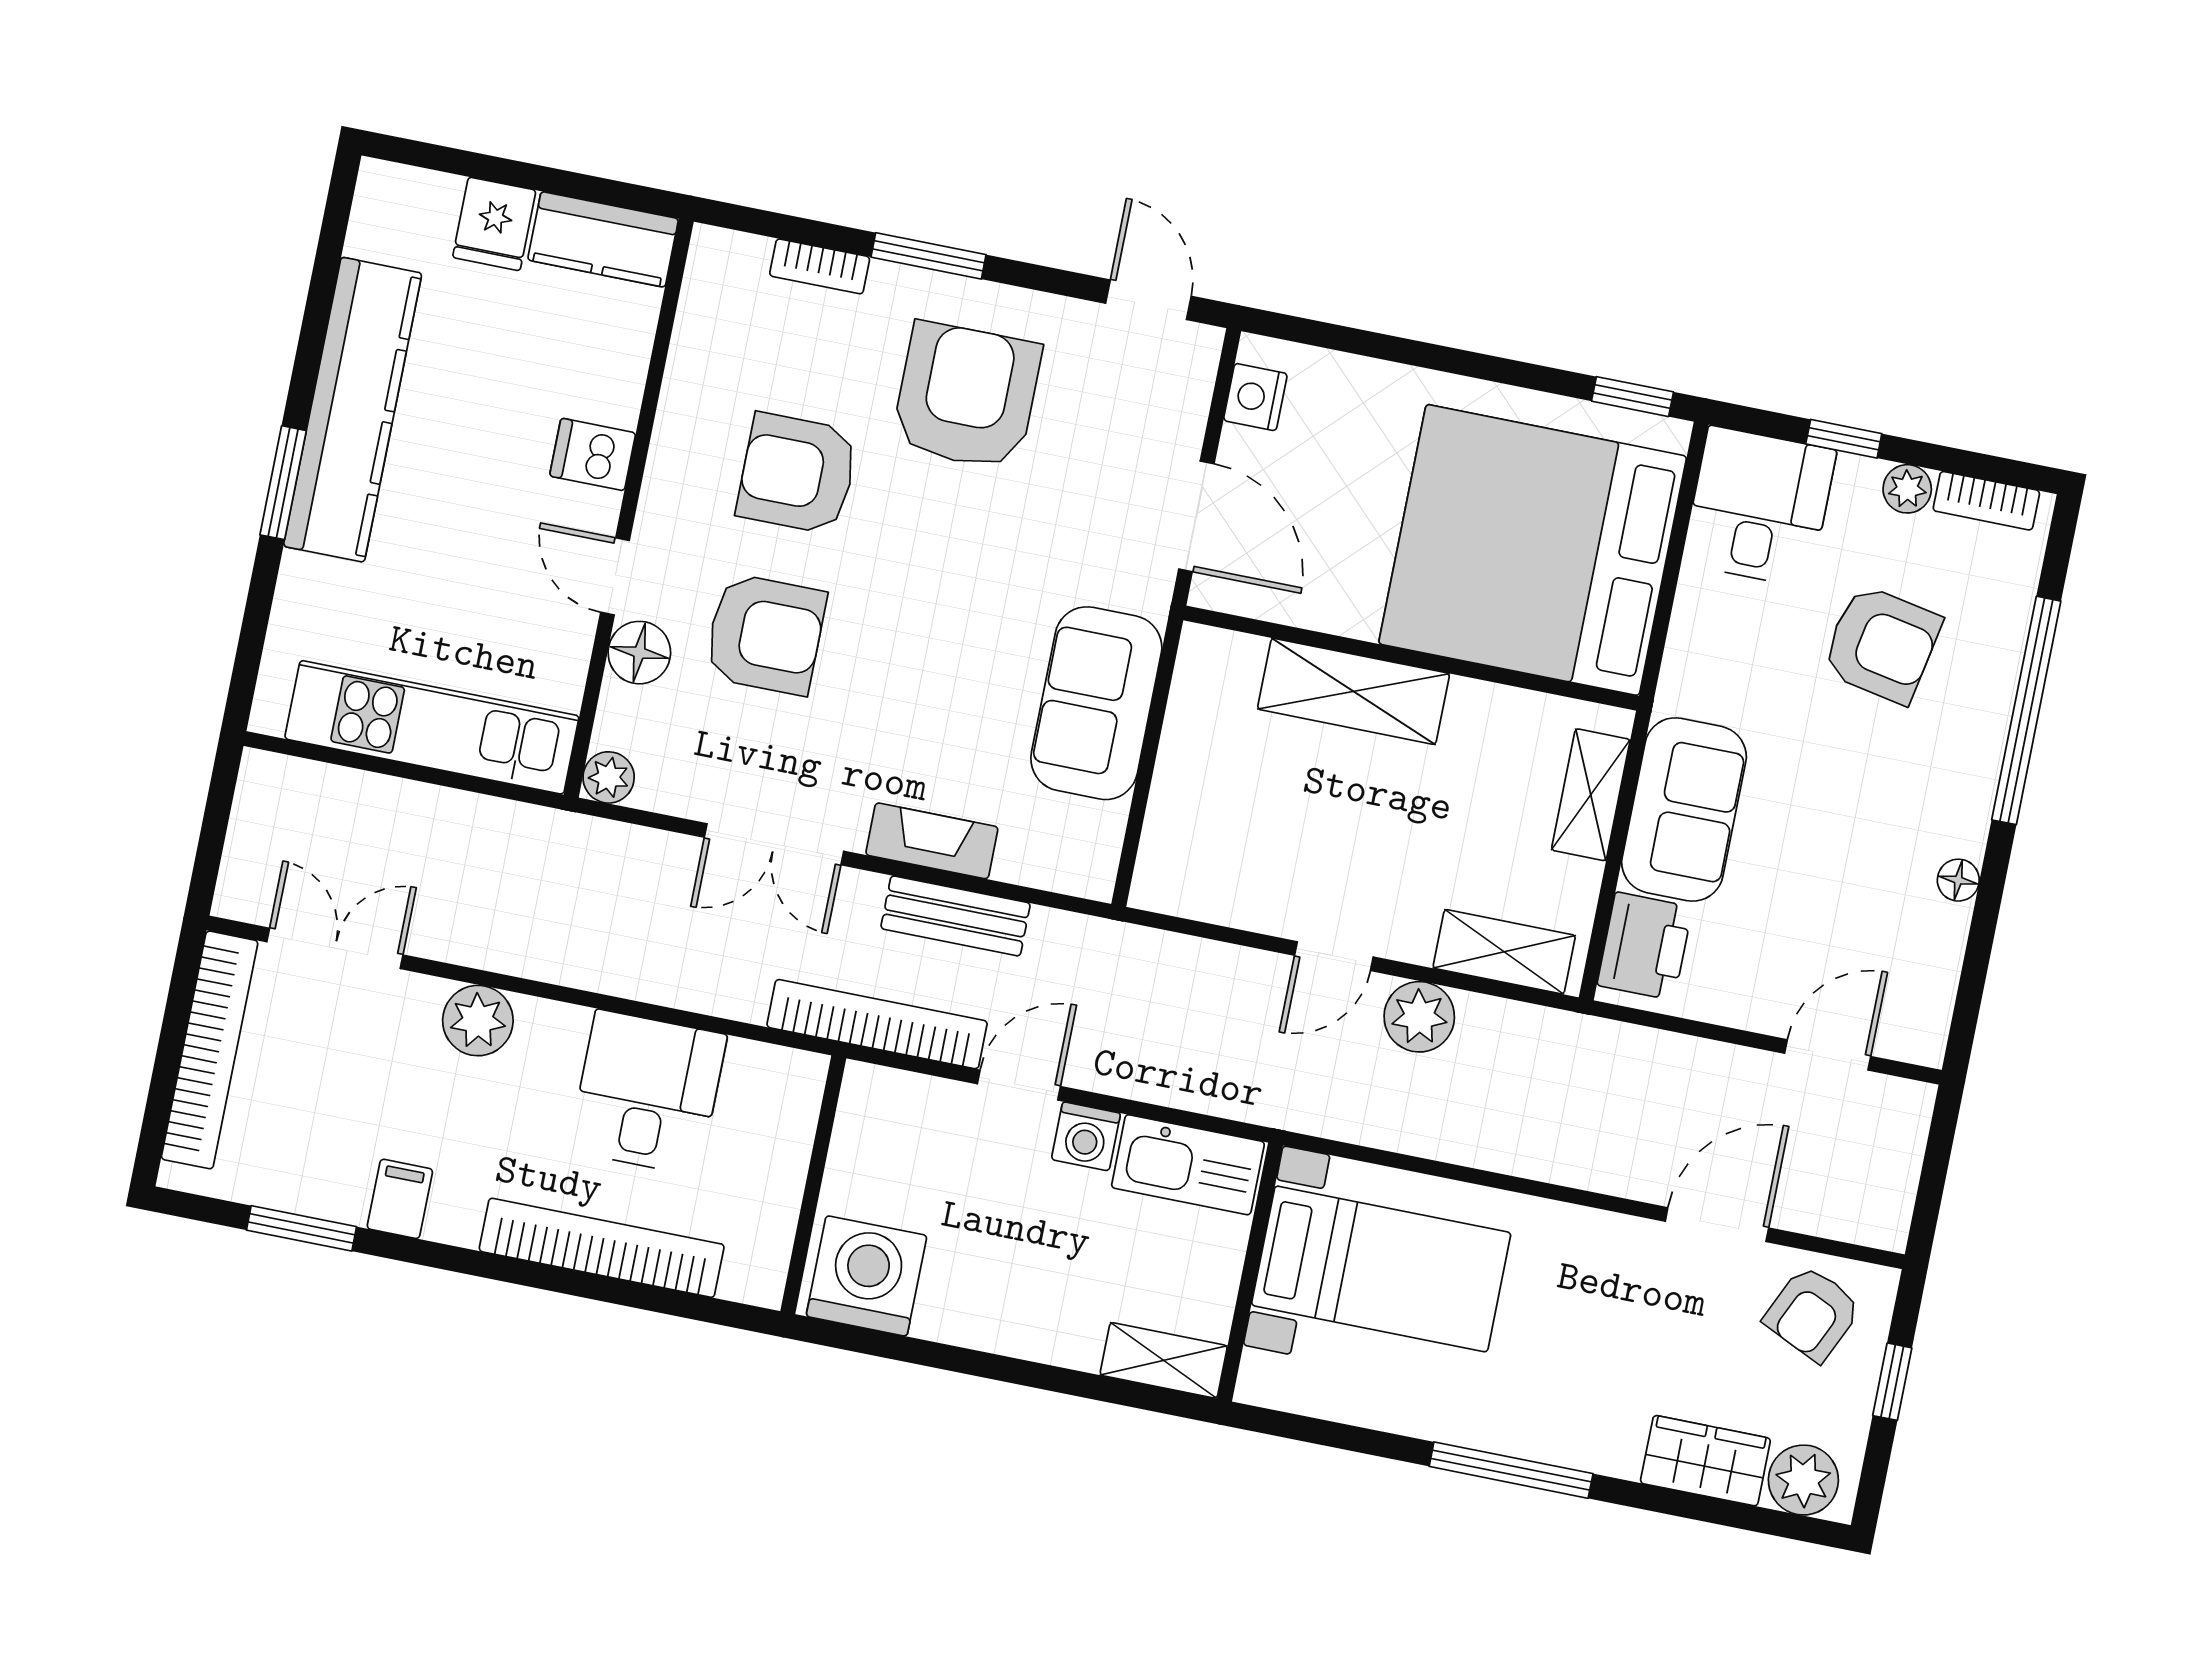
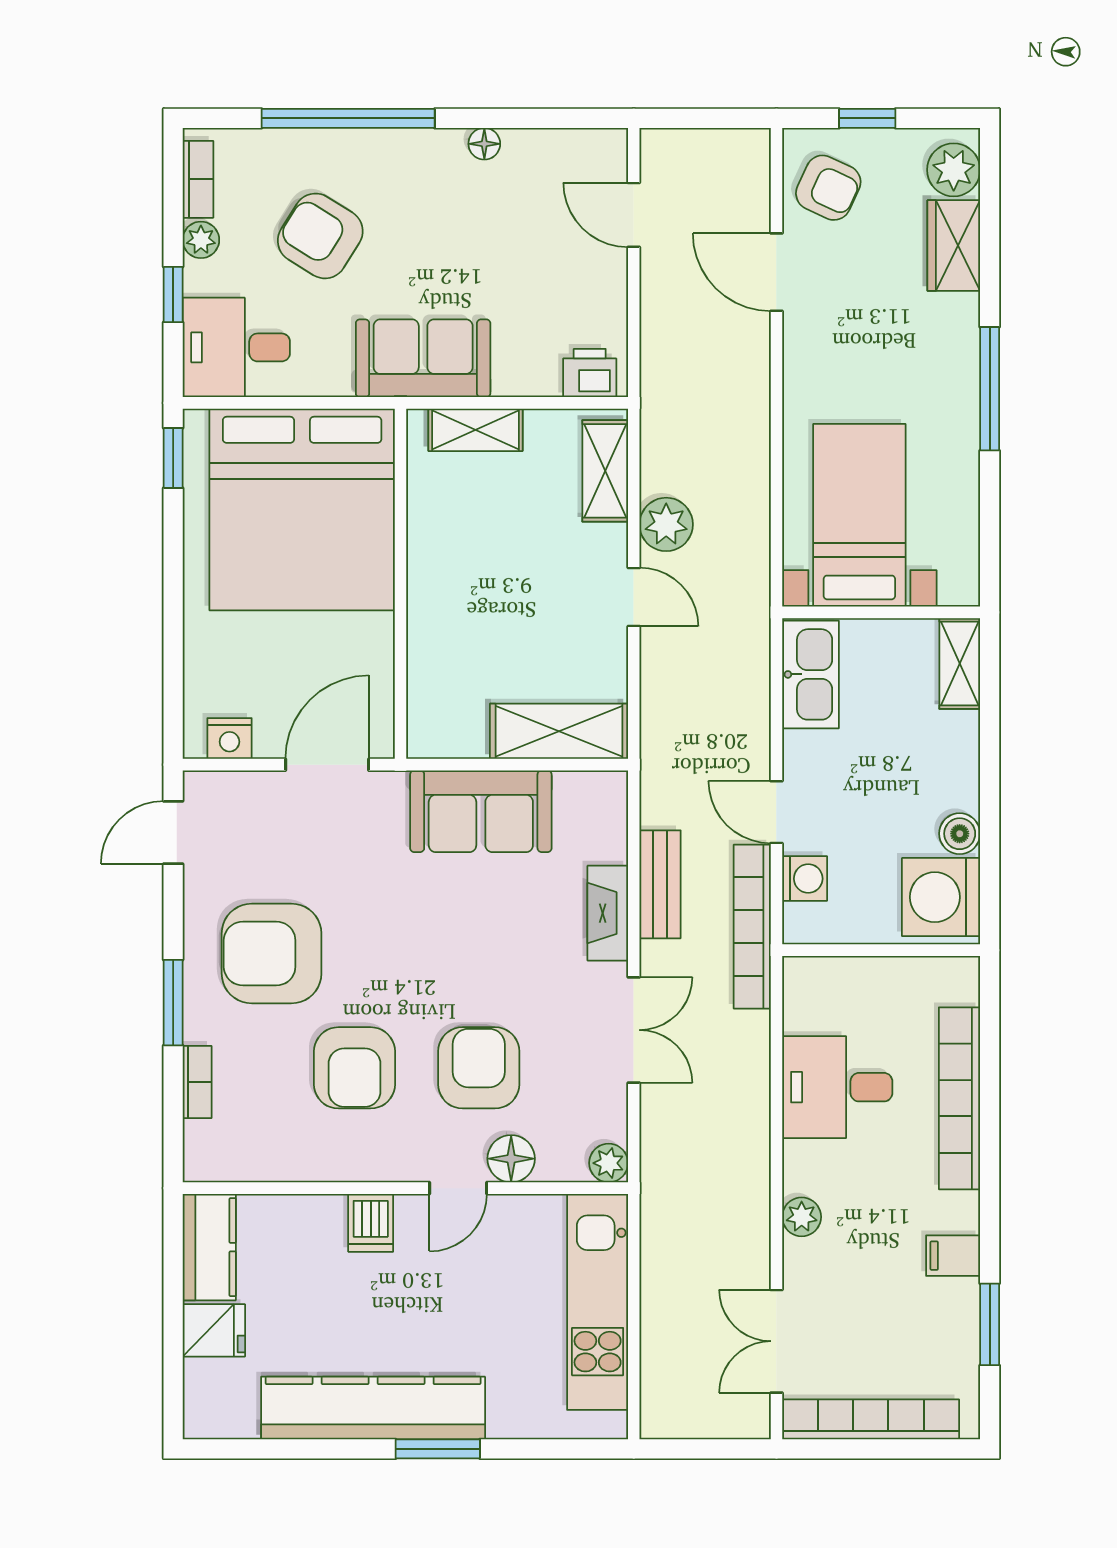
armchair: (1882, 644) -> (320, 236), turned -69
shelving: (1354, 691) -> (559, 731), moved, turned 90
sofa: (1684, 809) -> (423, 358), moved
printer: (1645, 946) -> (590, 373), width x0.73, depth x0.81
plant: (478, 1021) -> (802, 1217), width x0.73, depth x0.73
washing machine: (1086, 1136) -> (805, 879), moved
boiler: (944, 1316) -> (960, 834), added

